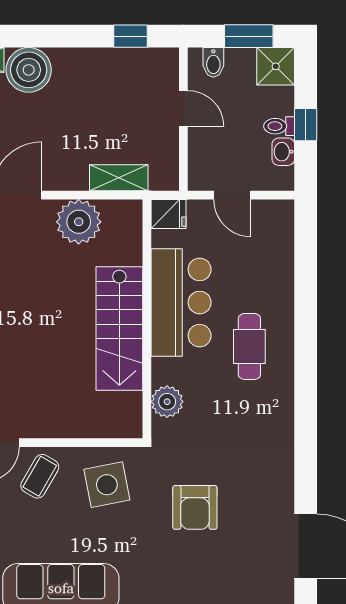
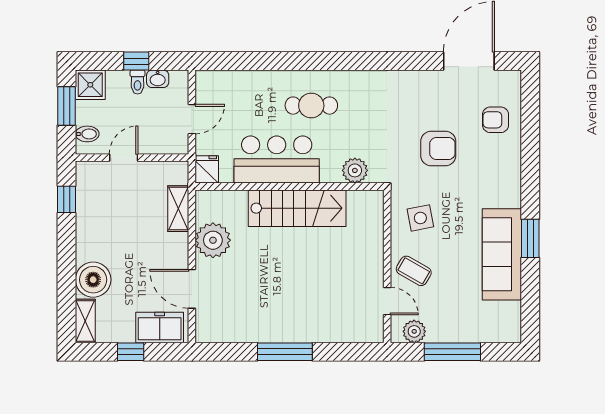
side table: (107, 485) -> (420, 218), width x0.73, depth x0.73
armchair: (231, 580) -> (496, 120), added

